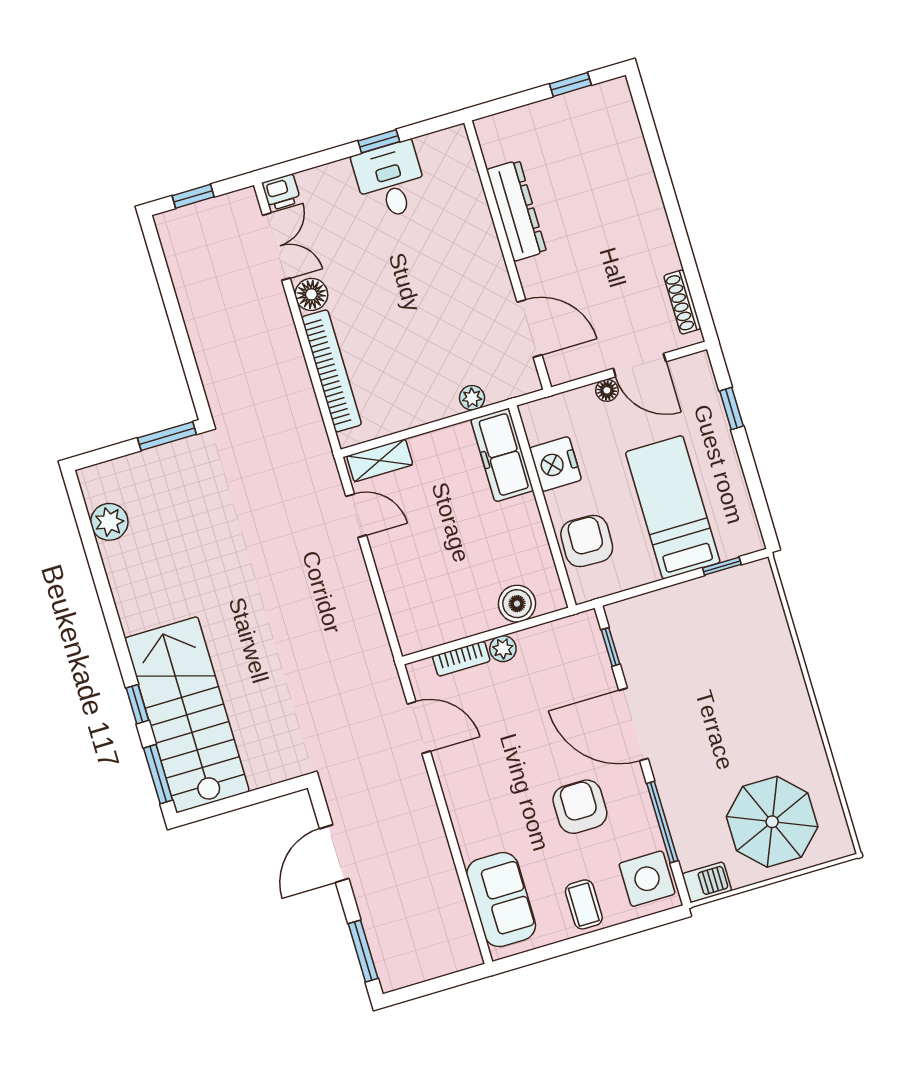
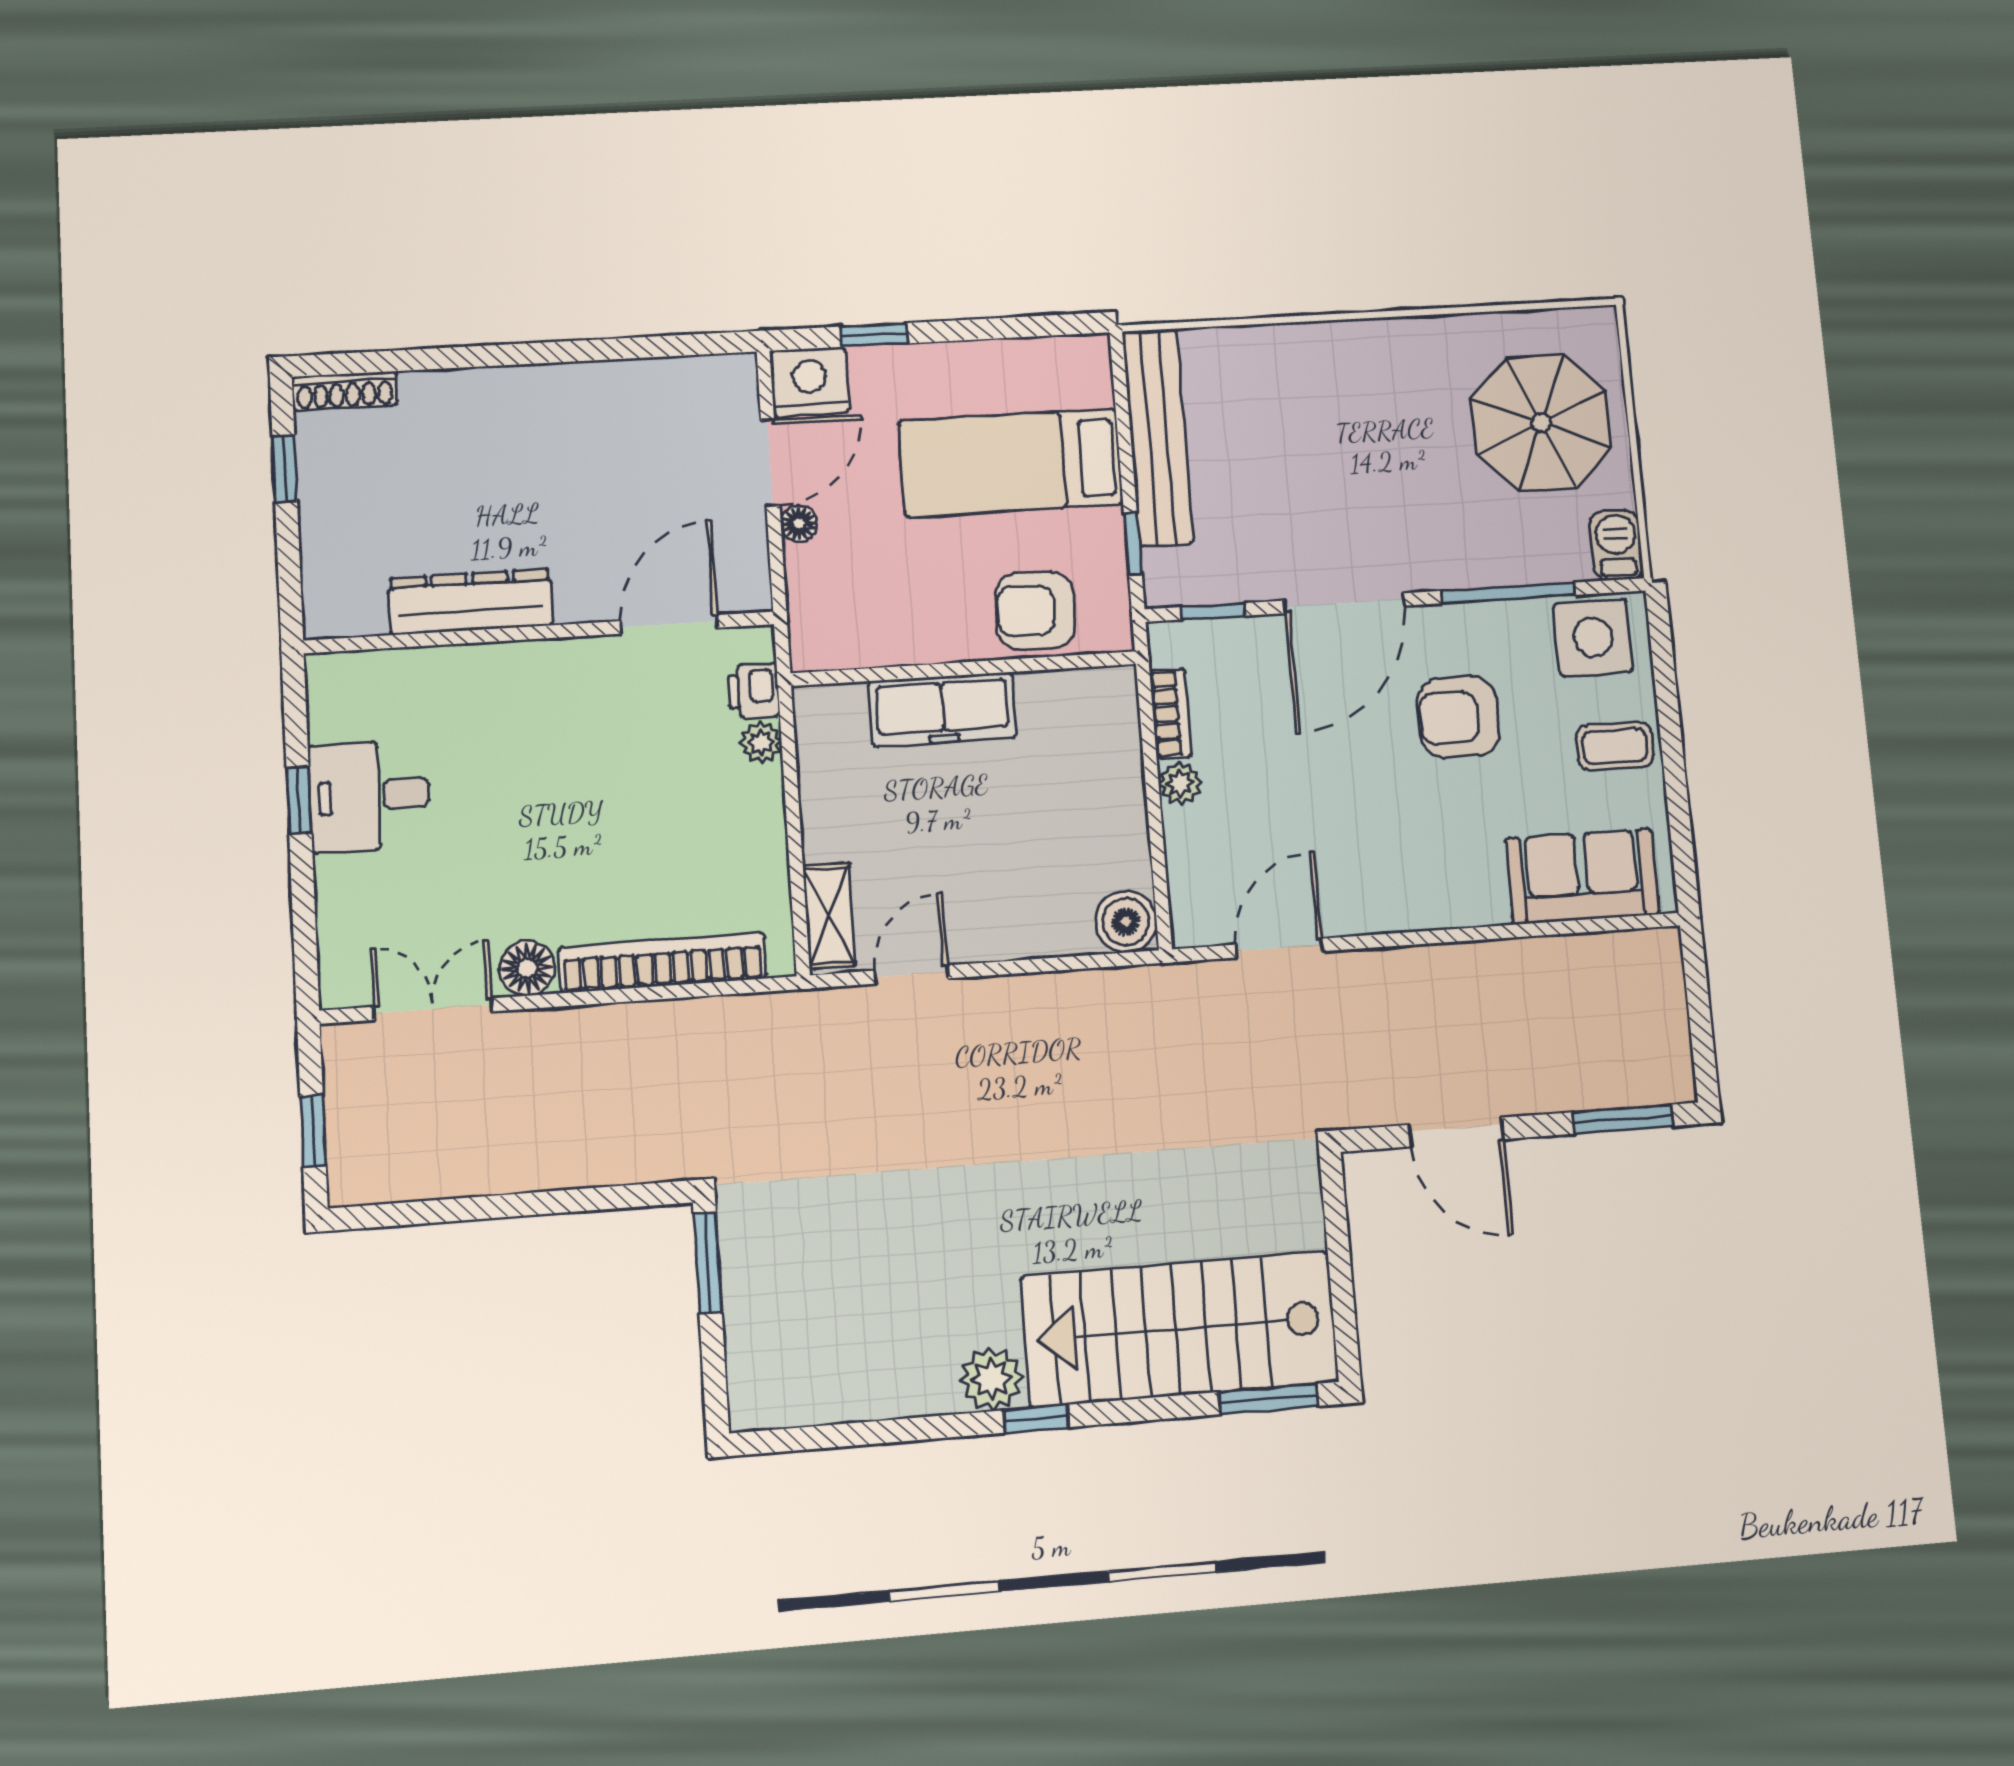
printer: (281, 192) -> (754, 691), moved, turned 180
shoe rack: (682, 302) -> (345, 391), moved
freezer: (502, 455) -> (943, 709), moved
nightstand: (555, 464) -> (809, 382), moved, turned 180
plant: (109, 522) -> (991, 1379), moved
window: (722, 566) -> (1133, 544), moved
bench: (709, 591) -> (1158, 437), added
boiler: (517, 604) -> (1126, 922), moved
bookcase: (461, 659) -> (1171, 714), moved
window: (137, 704) -> (1036, 1419), moved

